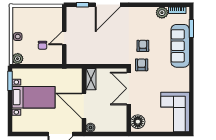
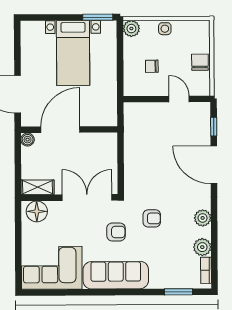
plant: (143, 12) -> (203, 218), added
chair: (40, 14) -> (200, 62), added
door: (64, 38) -> (179, 99), moved
sofa: (180, 46) -> (116, 275), moved
armchair: (142, 65) -> (116, 232), moved
shelving: (91, 79) -> (37, 187), moved

